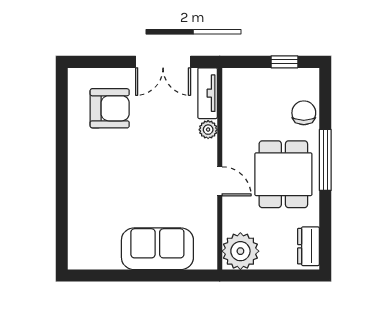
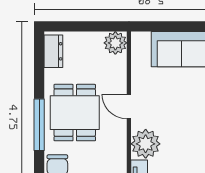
plant: (208, 130) -> (146, 144), width x1.88, depth x1.88
plant: (240, 251) -> (115, 43), width x0.73, depth x0.73

